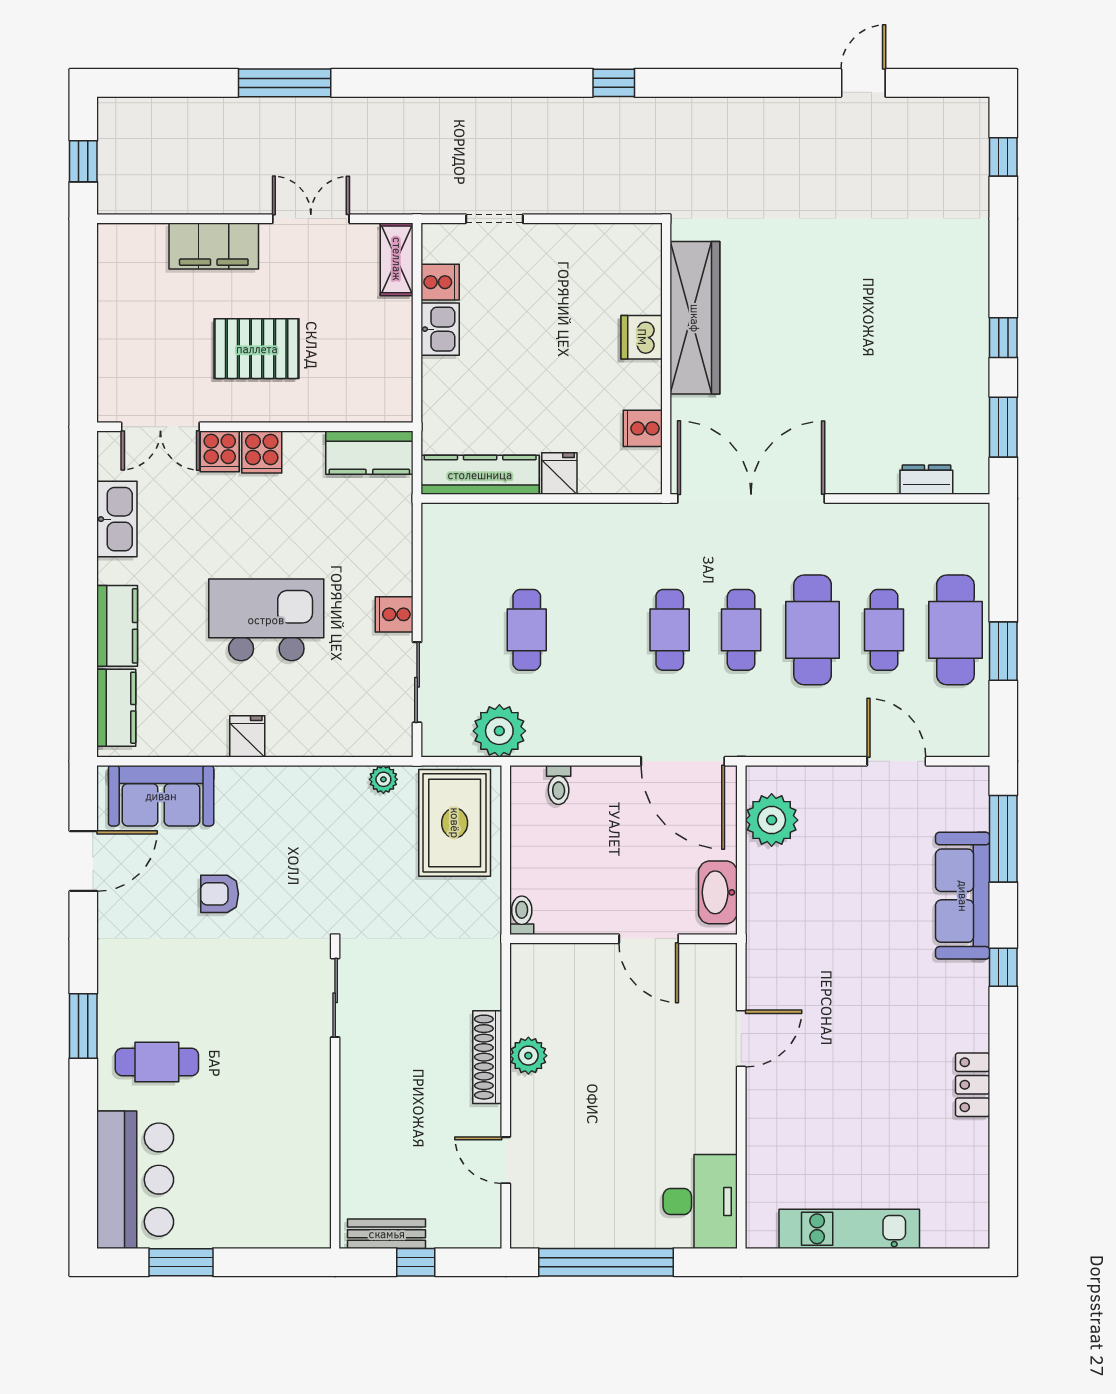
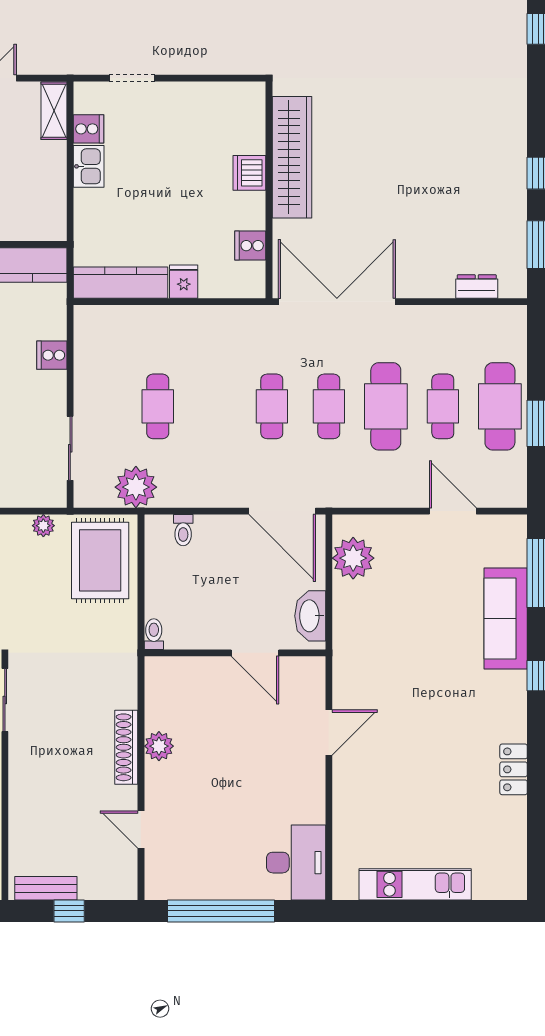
cooker: (394, 614) -> (52, 355), moved

